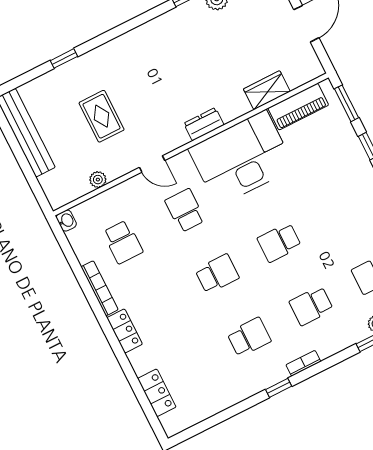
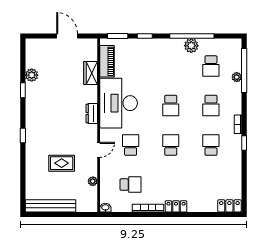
window: (64, 58) -> (23, 136), moved
school desk: (185, 210) -> (131, 145), turned 90
locker: (157, 393) -> (229, 206), moved

